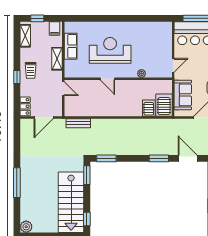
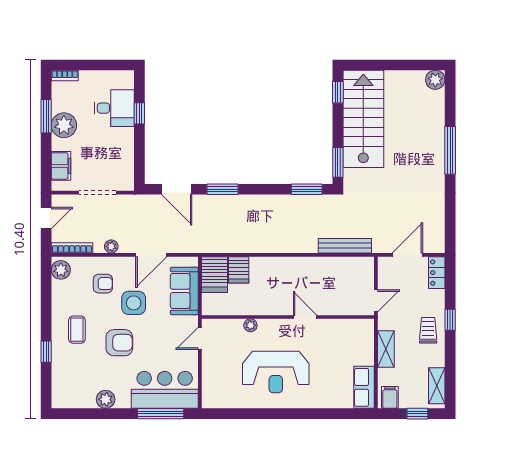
row of seats: (71, 46) -> (364, 387), moved
reception desk: (110, 50) -> (276, 372), moved
door: (63, 89) -> (376, 301), swing flipped
bench: (78, 123) -> (345, 246), width x1.36

